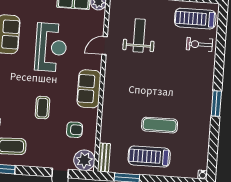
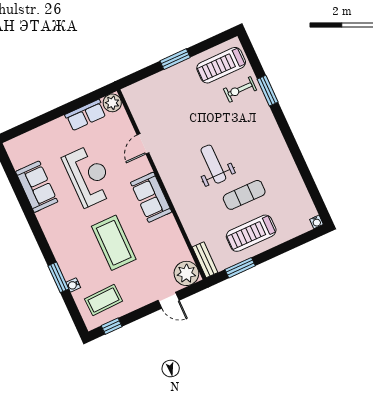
weight bench: (139, 35) -> (213, 164), moved
window: (216, 104) -> (268, 91), moved
coffee table: (42, 108) -> (114, 243), width x1.86, depth x1.72
armchair: (75, 130) -> (159, 247), removed

